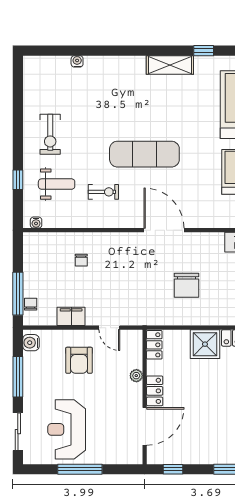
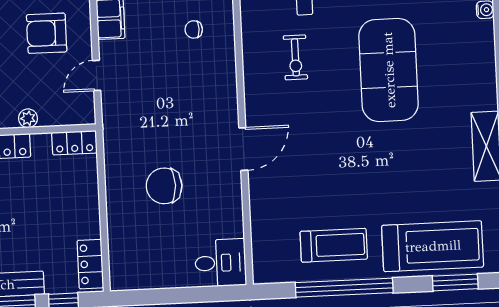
exercise mat: (144, 154) -> (389, 70), moved, width x1.47
door: (164, 230) -> (243, 149), width x0.73
shower: (205, 344) -> (79, 217), removed

